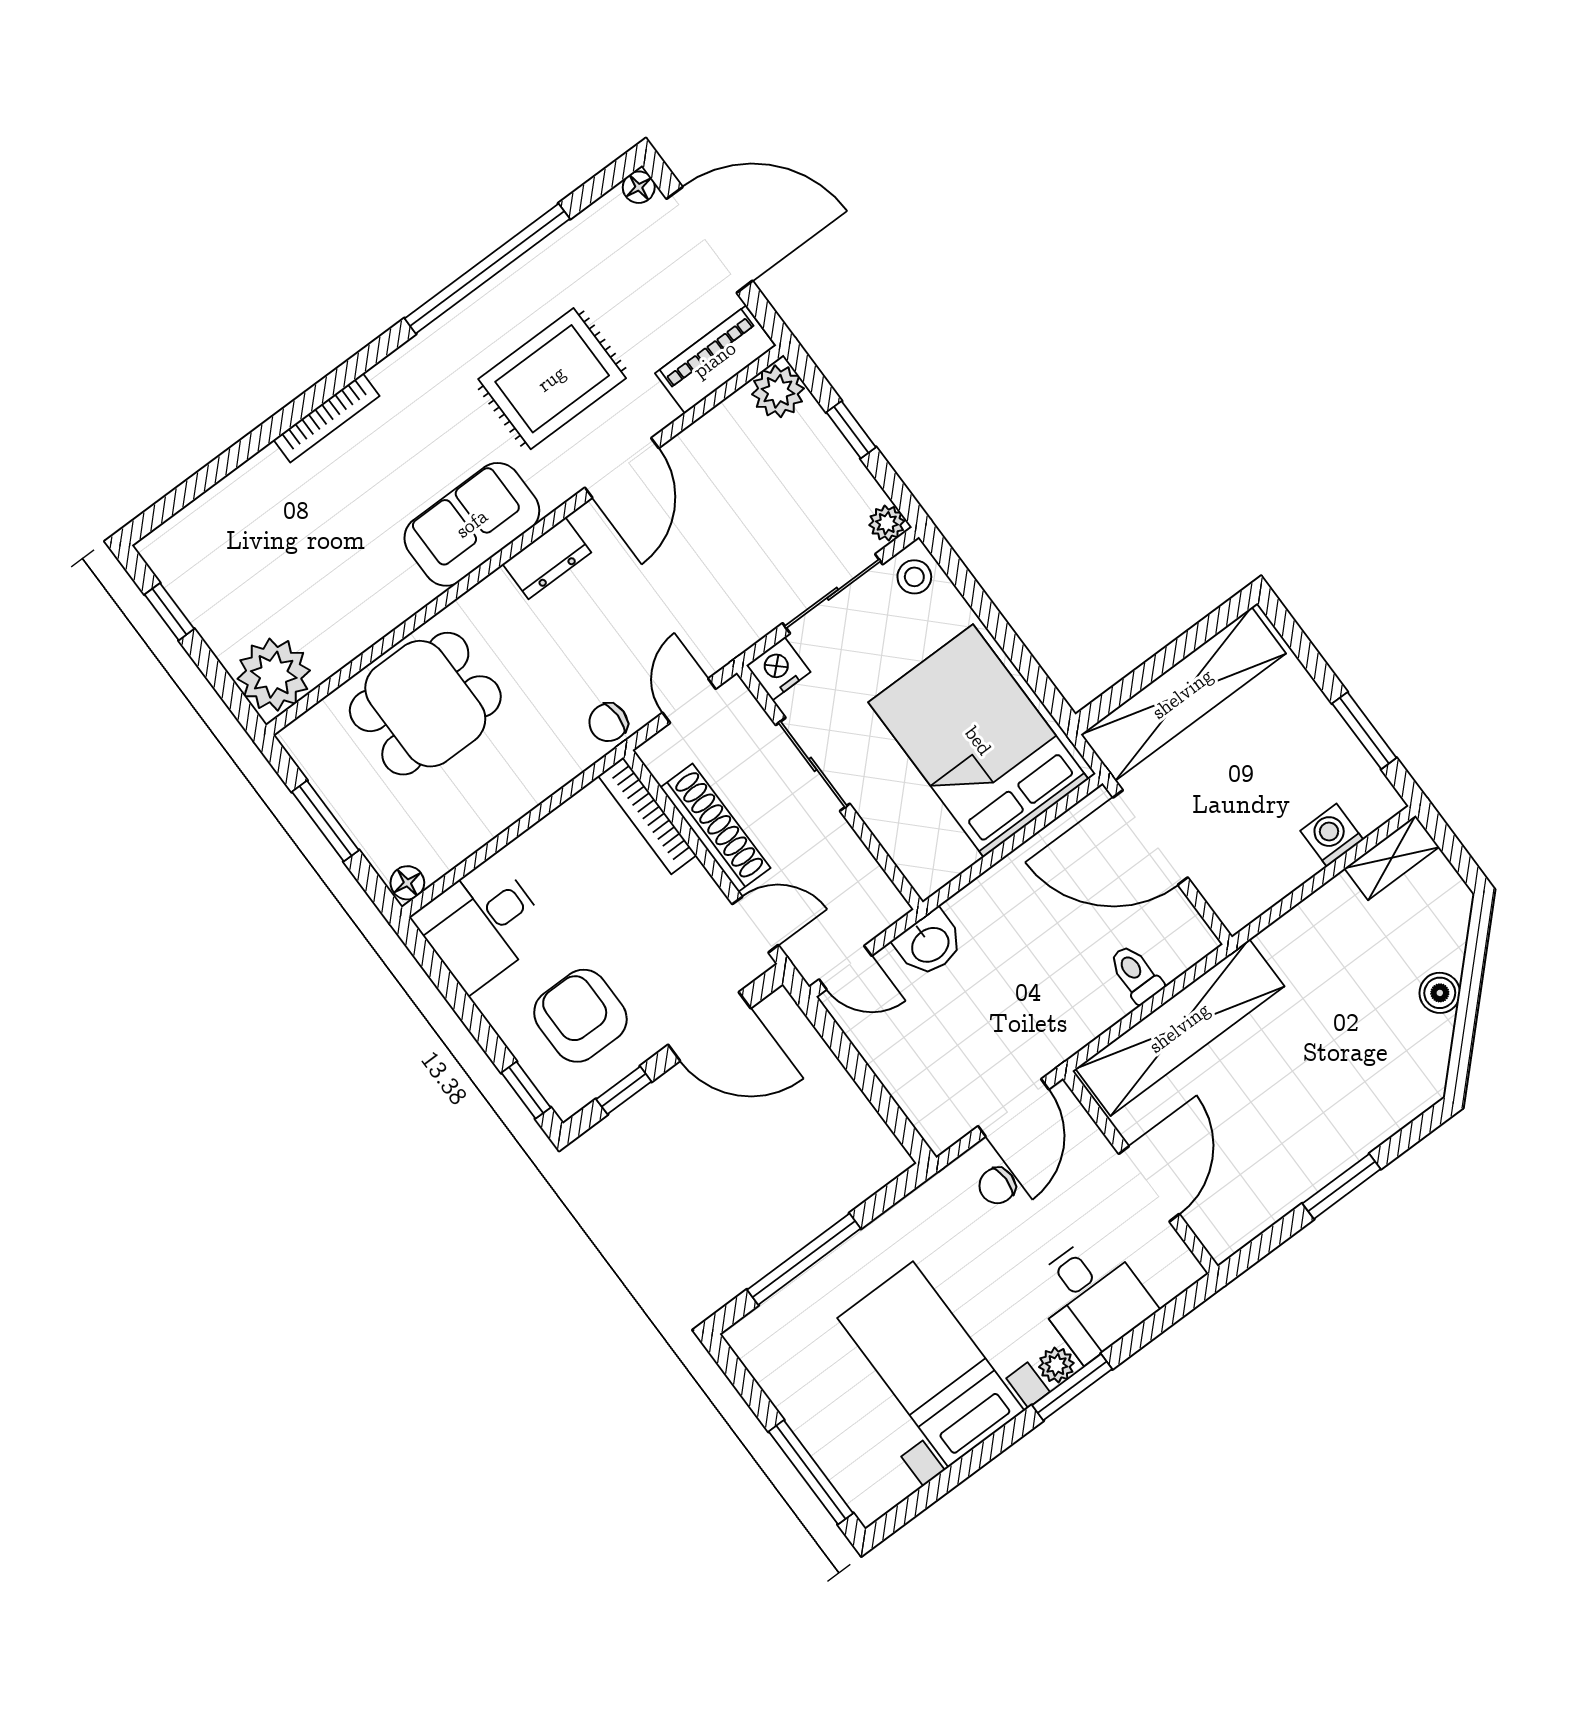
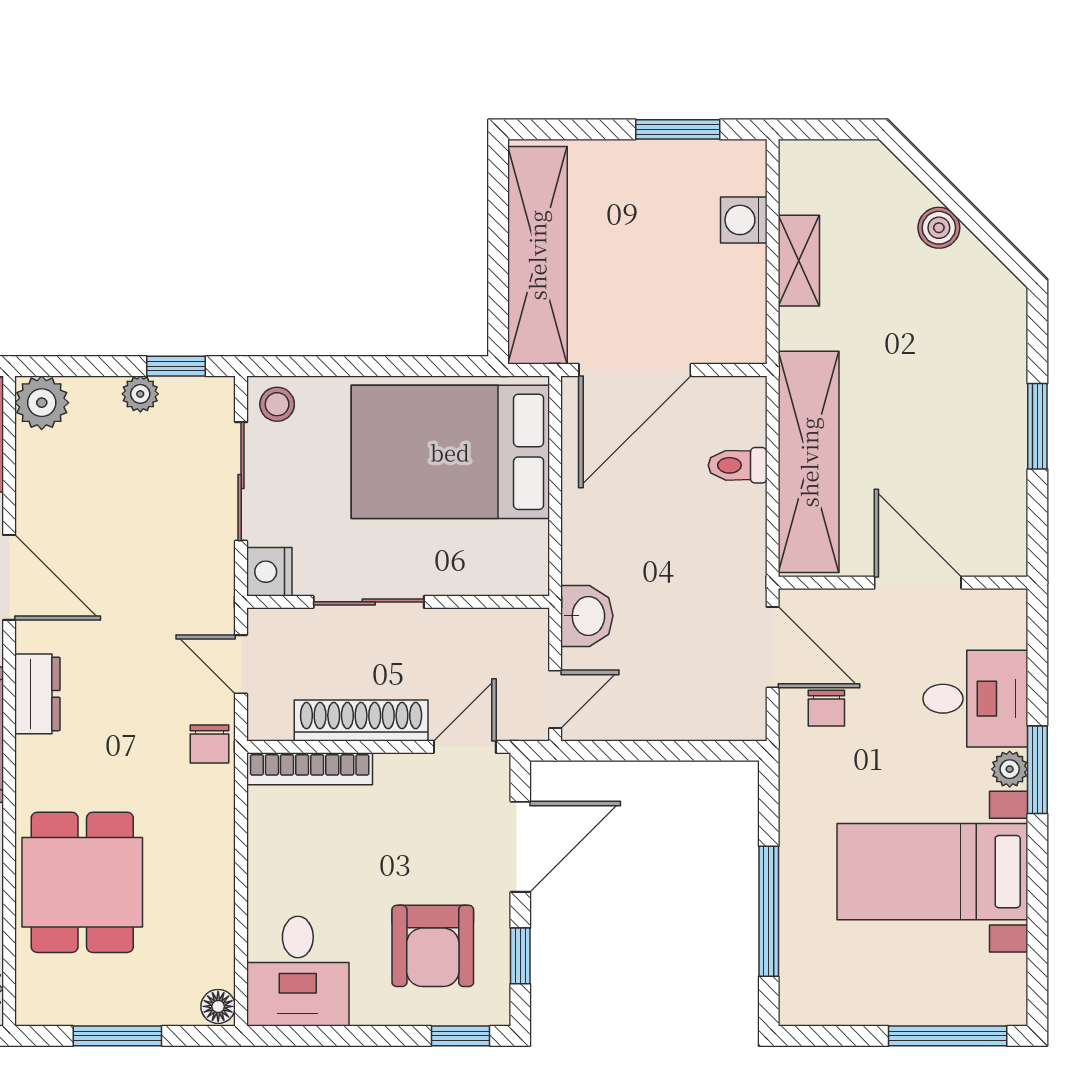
window: (851, 430) -> (176, 366), moved
plant: (887, 523) -> (140, 394), moved
shelving: (1392, 858) -> (799, 261), moved
armchair: (580, 1016) -> (433, 946), turned -90

